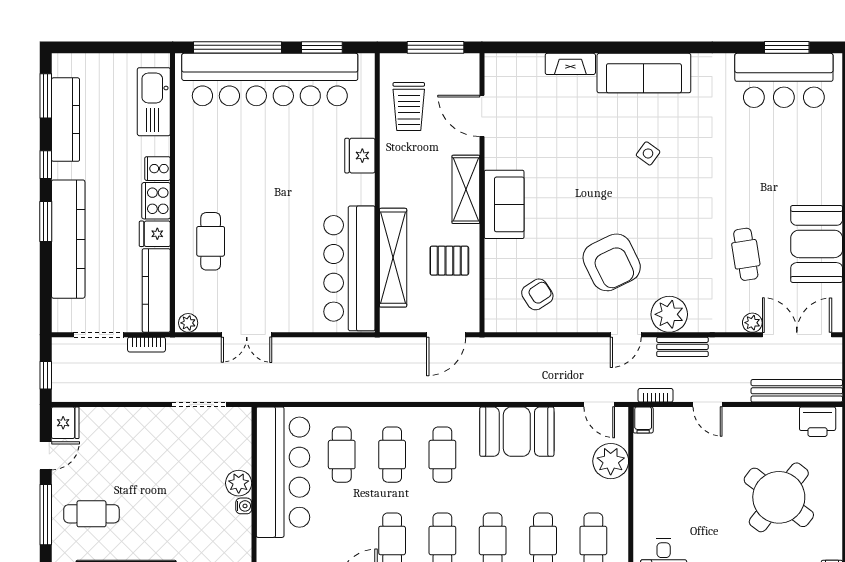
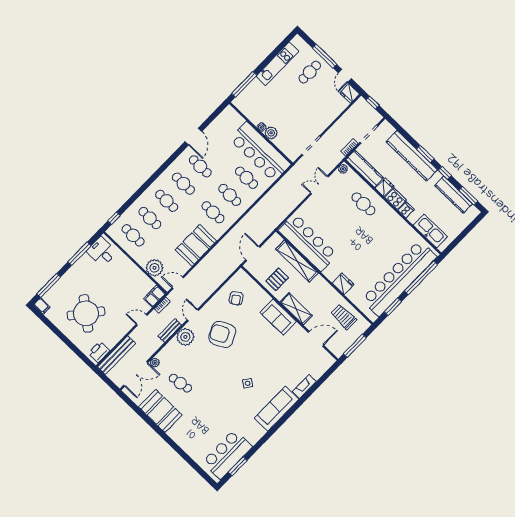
filing cabinet: (643, 420) -> (154, 296), width x2.00

